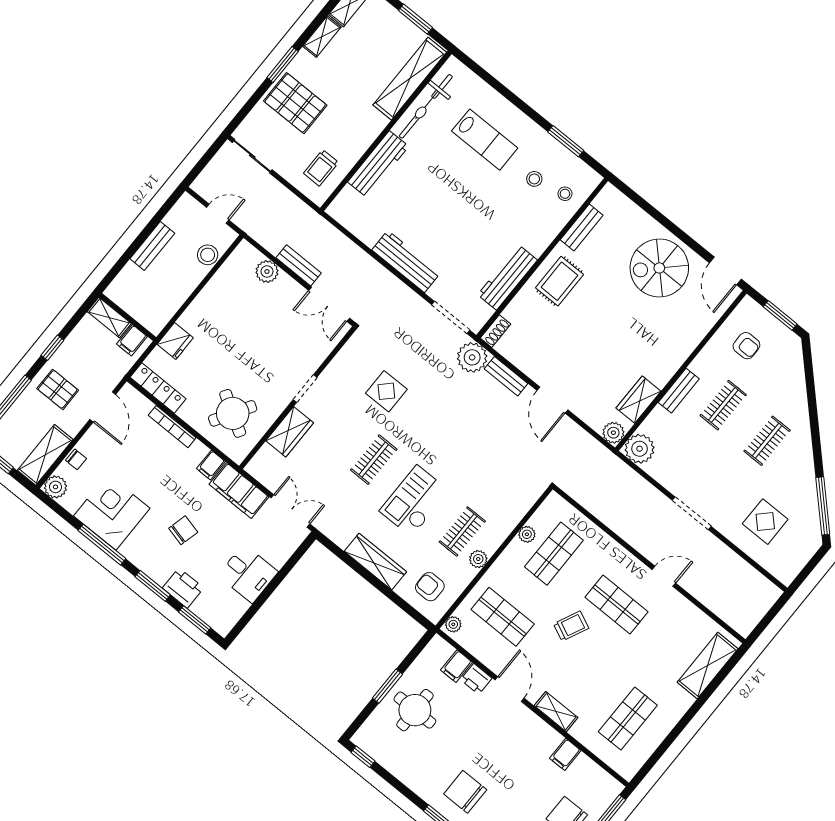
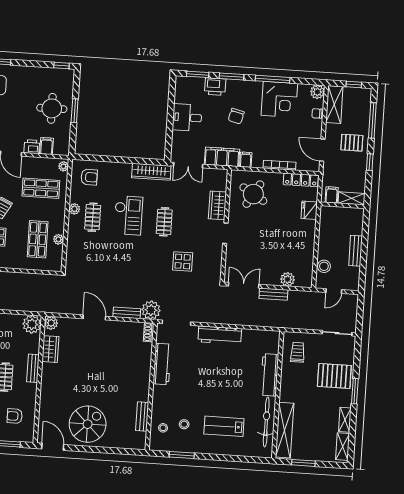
rug: (559, 281) -> (134, 381), removed
wardrobe: (375, 562) -> (151, 172), moved

